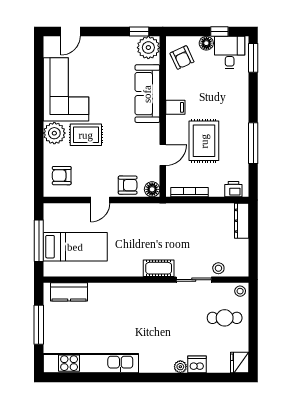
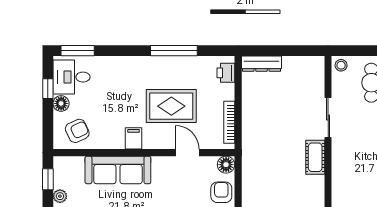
plant: (148, 48) -> (60, 196), moved, width x0.53, depth x0.53
stool: (218, 268) -> (315, 90), removed

